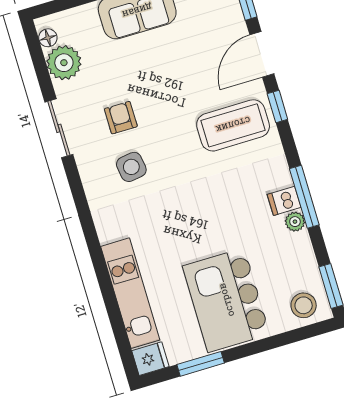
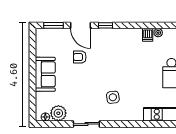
armchair: (121, 118) -> (80, 57), moved
coffee table: (233, 125) -> (108, 47), removed
window: (304, 197) -> (148, 25), removed

